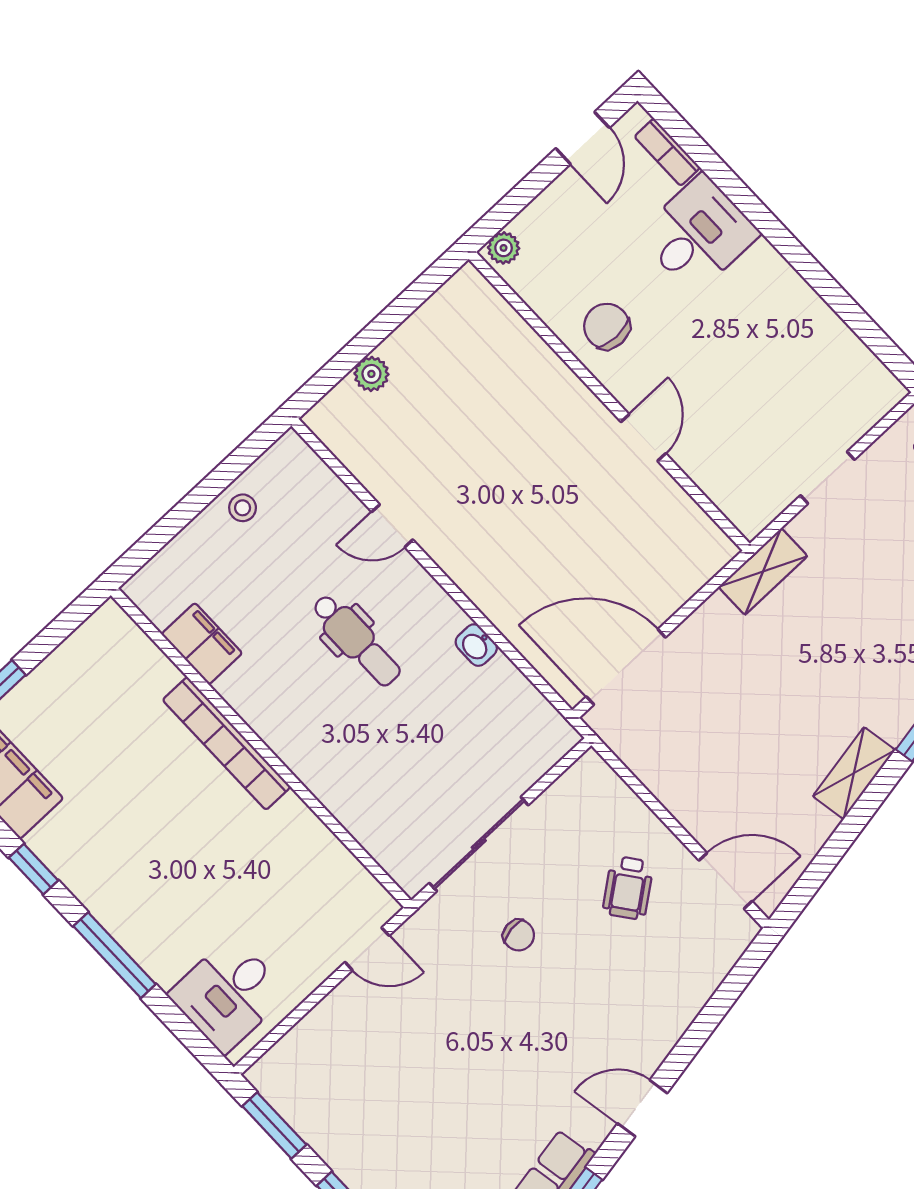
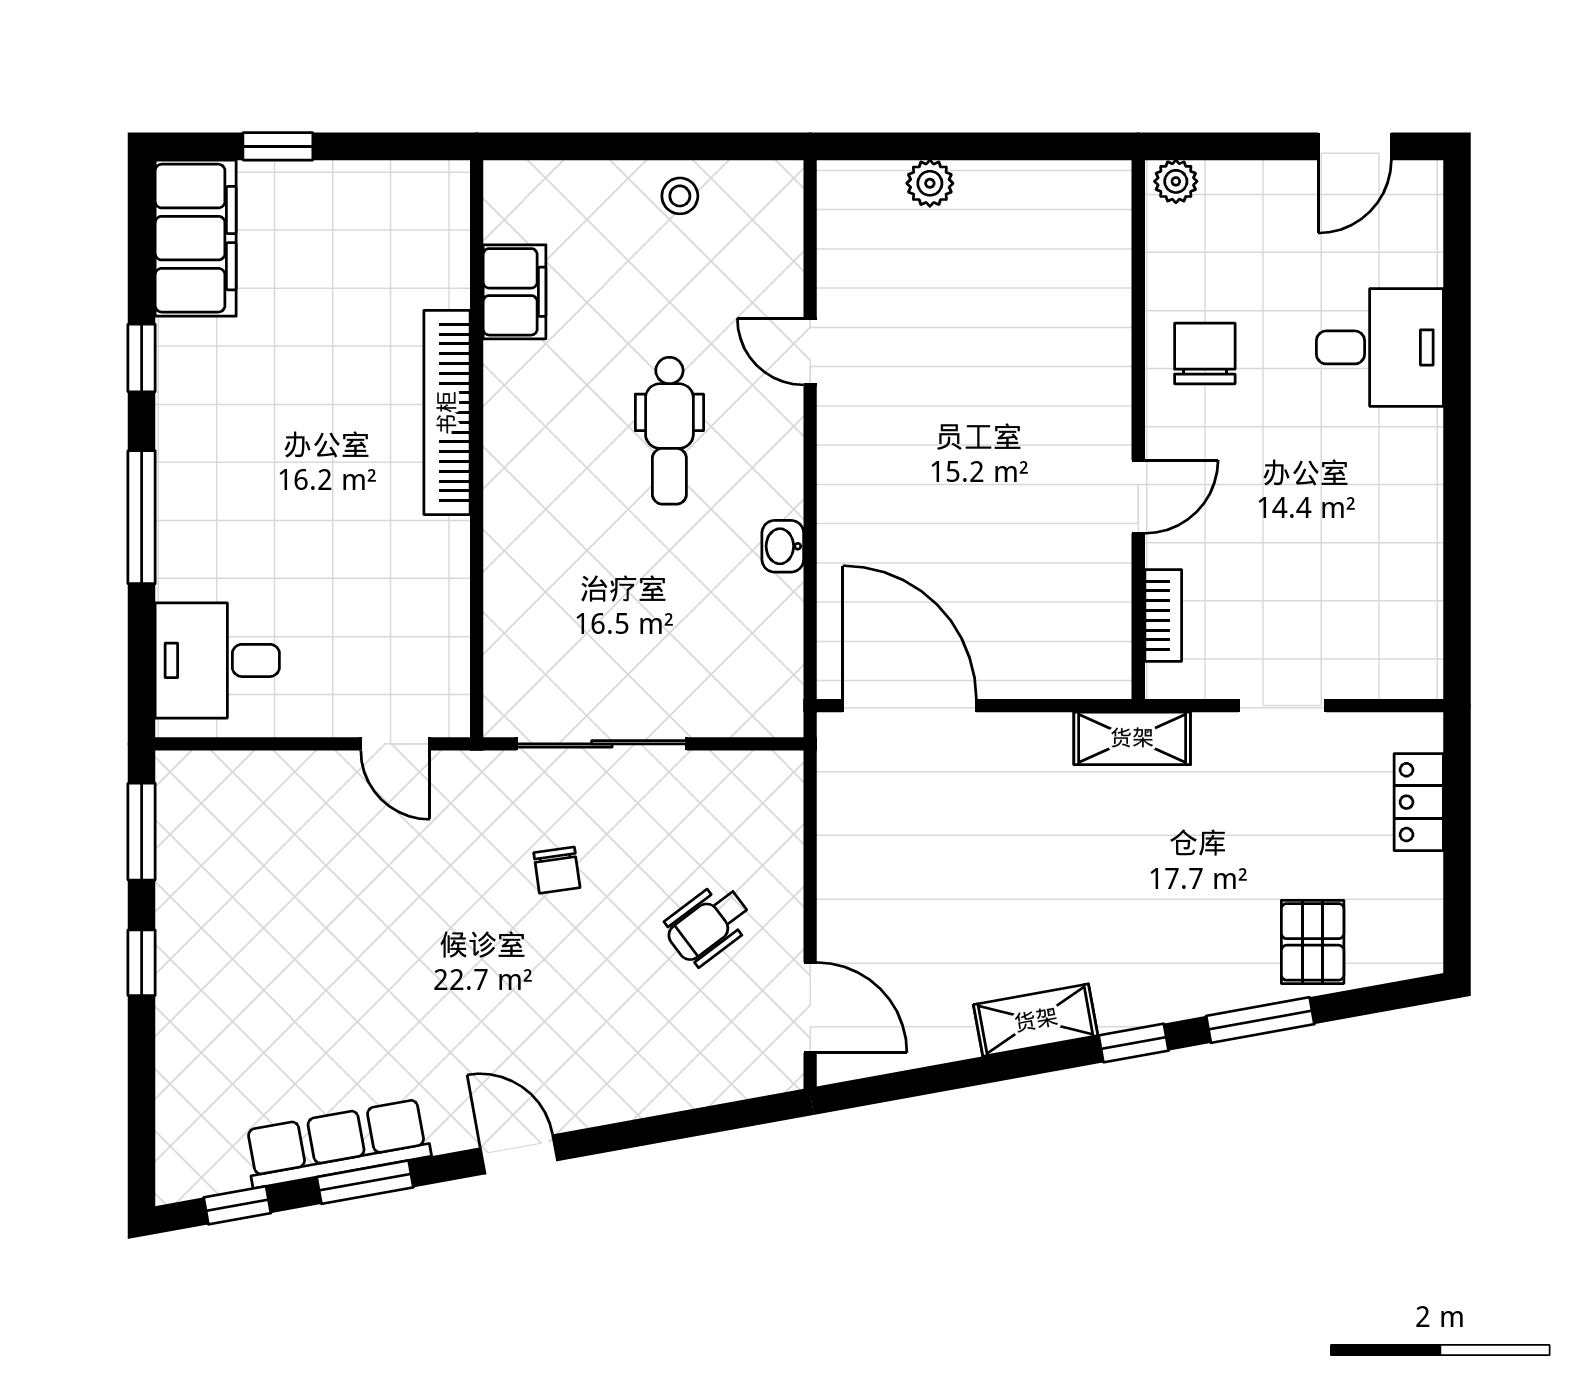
bookcase: (667, 152) -> (1163, 615), moved, turned 180

